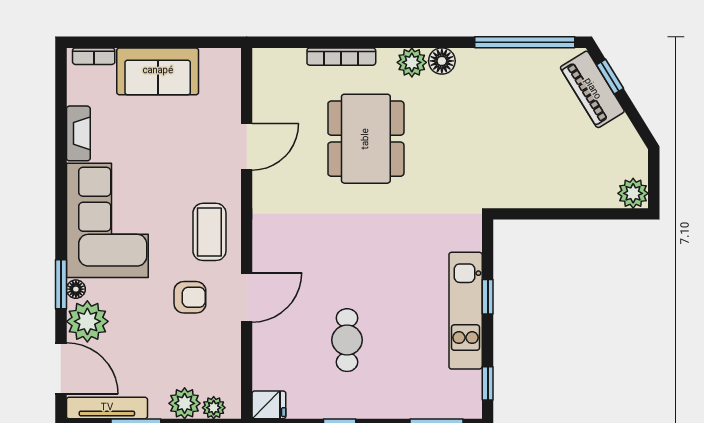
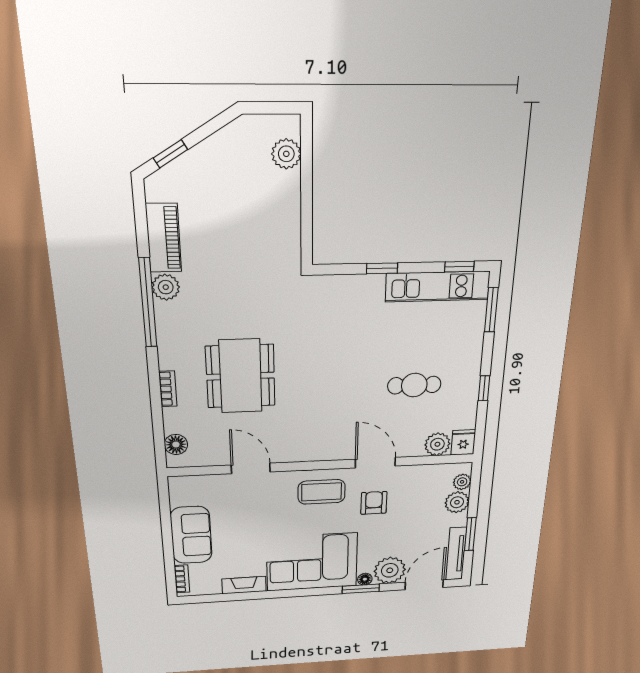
window: (525, 42) -> (148, 303), moved
bookcase: (341, 57) -> (168, 389), width x0.64
floor lamp: (442, 61) -> (176, 445), moved
plant: (412, 62) -> (166, 287), moved
piano: (592, 89) -> (164, 238), moved, turned -58
dining table: (366, 139) -> (241, 376), turned 90
plant: (633, 193) -> (286, 154), moved
kitchen unit: (466, 311) -> (438, 286), moved
plant: (268, 373) -> (437, 444), added

